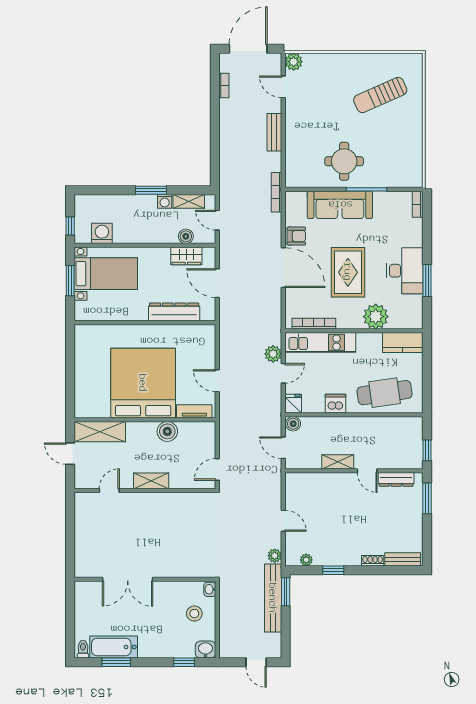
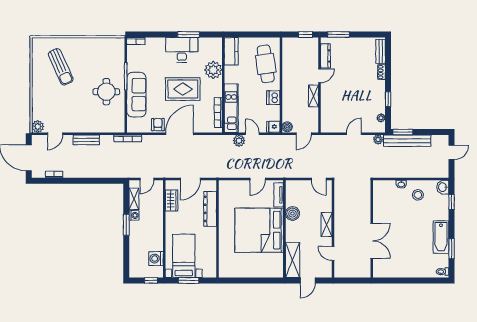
boiler: (186, 236) -> (158, 201), removed
double door: (128, 579) -> (372, 241), moved
wall: (145, 579) -> (372, 229), moved
bathtub: (114, 647) -> (441, 237), moved

